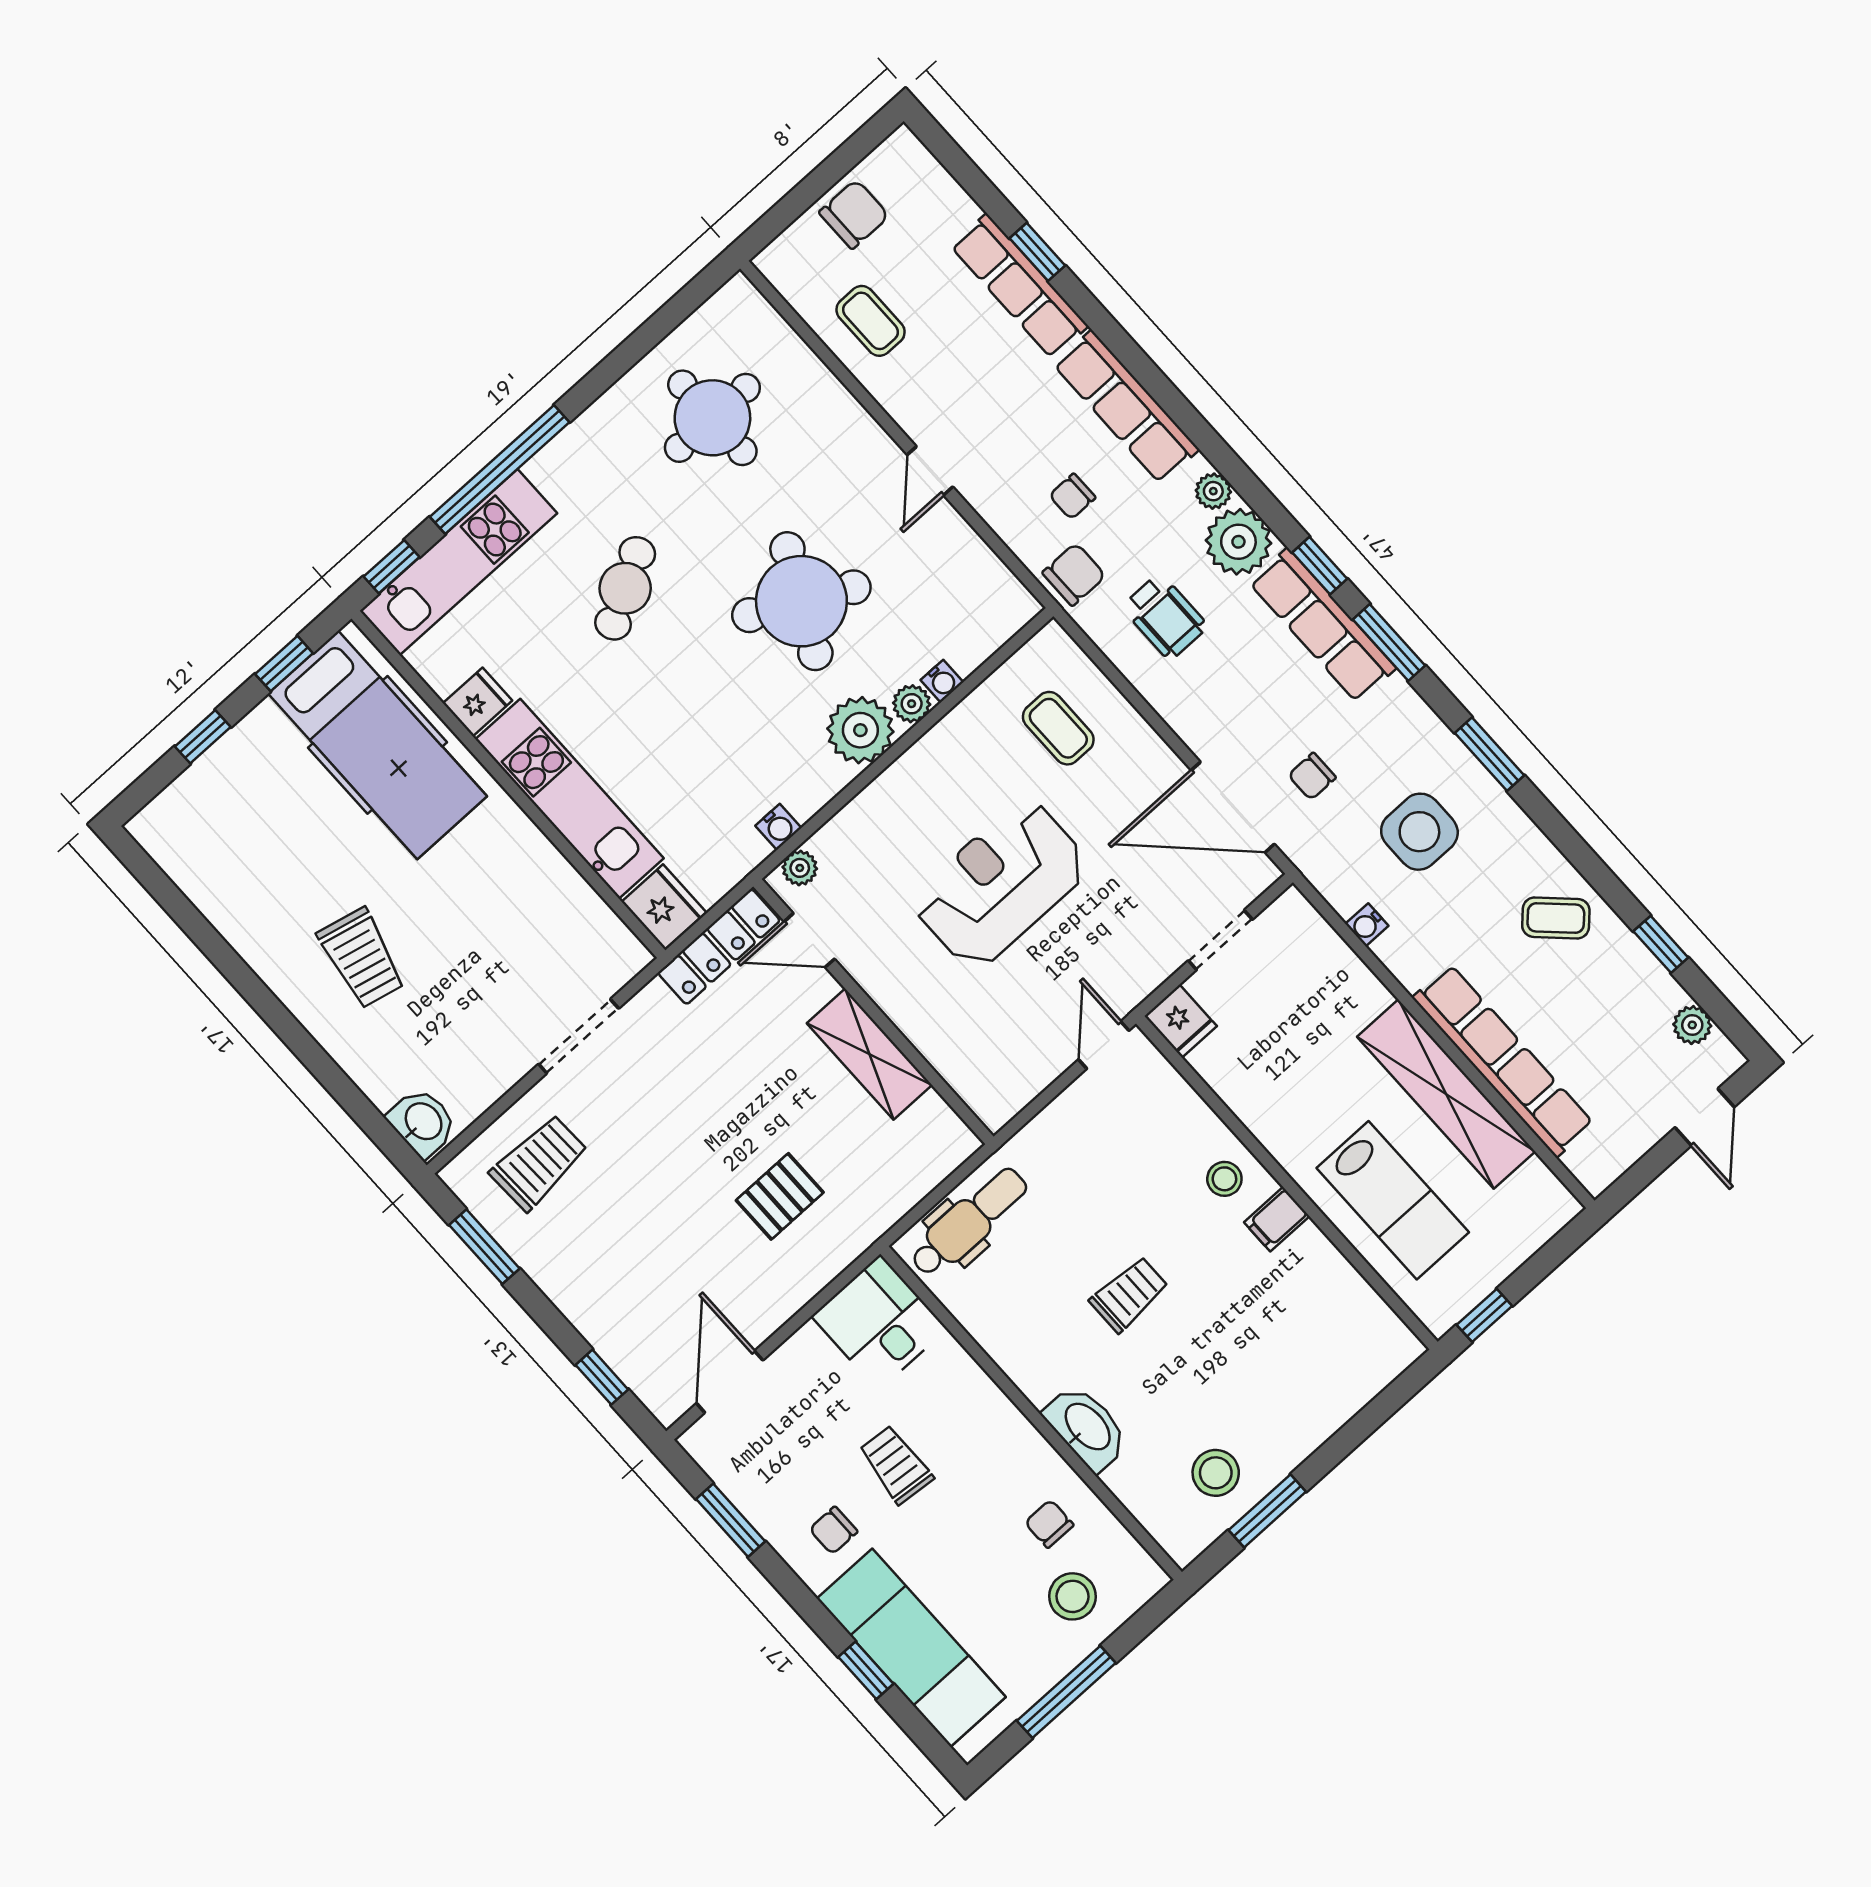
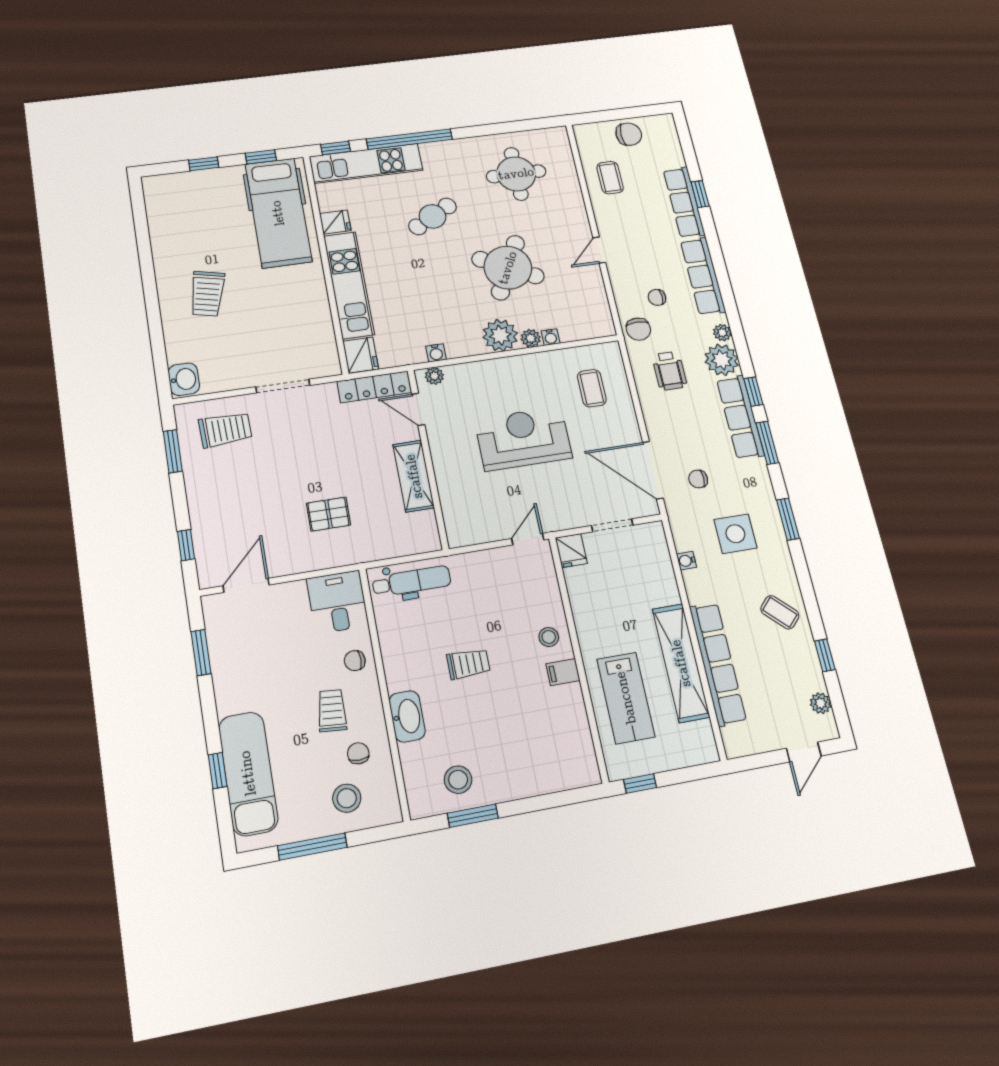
chair: (1074, 574) -> (638, 329), turned 90
trolley: (896, 1465) -> (332, 711), moved
chair: (833, 1530) -> (355, 661), moved

